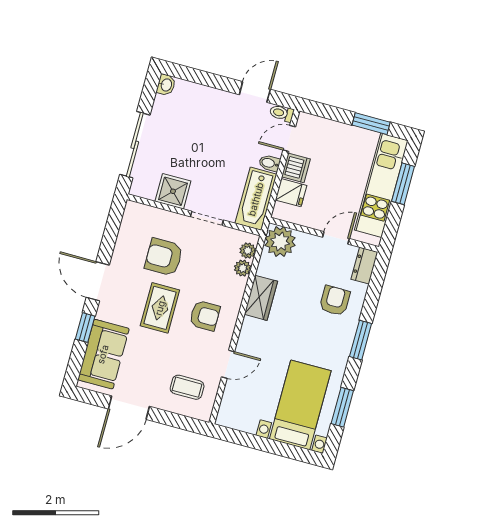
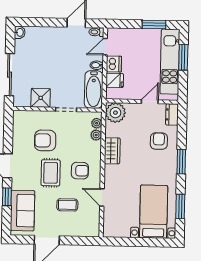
door: (228, 364) -> (102, 198), swing flipped
coffee table: (187, 387) -> (67, 205), moved

